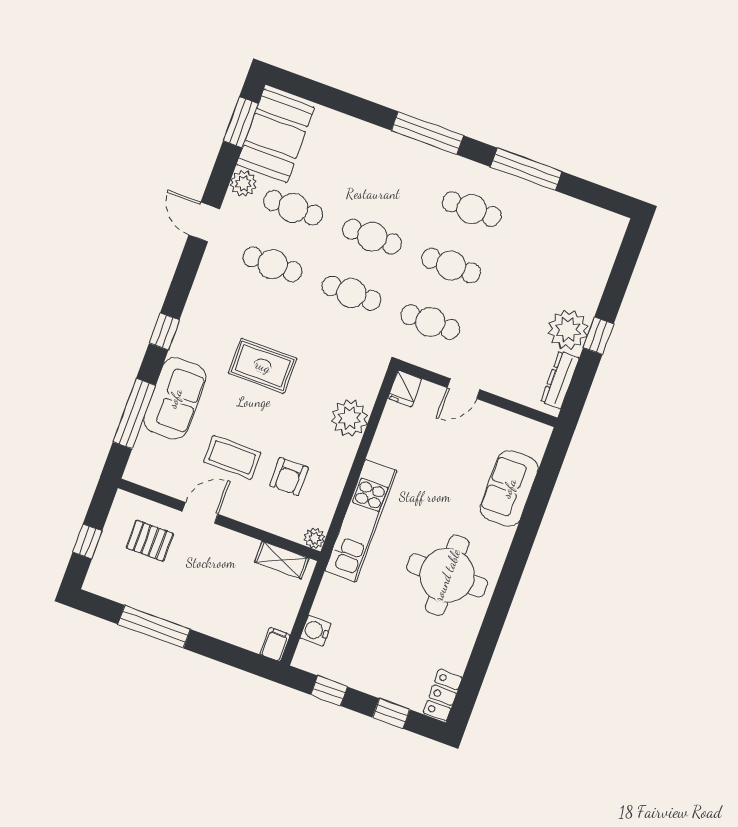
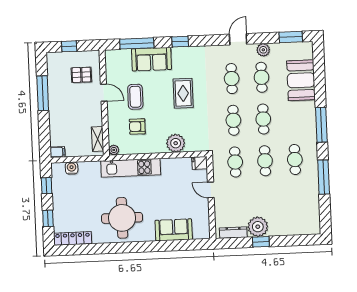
booth: (275, 136) -> (301, 80), moved, turned 90
pallet: (150, 541) -> (81, 75), turned 90
locker: (443, 695) -> (73, 238), width x1.53

